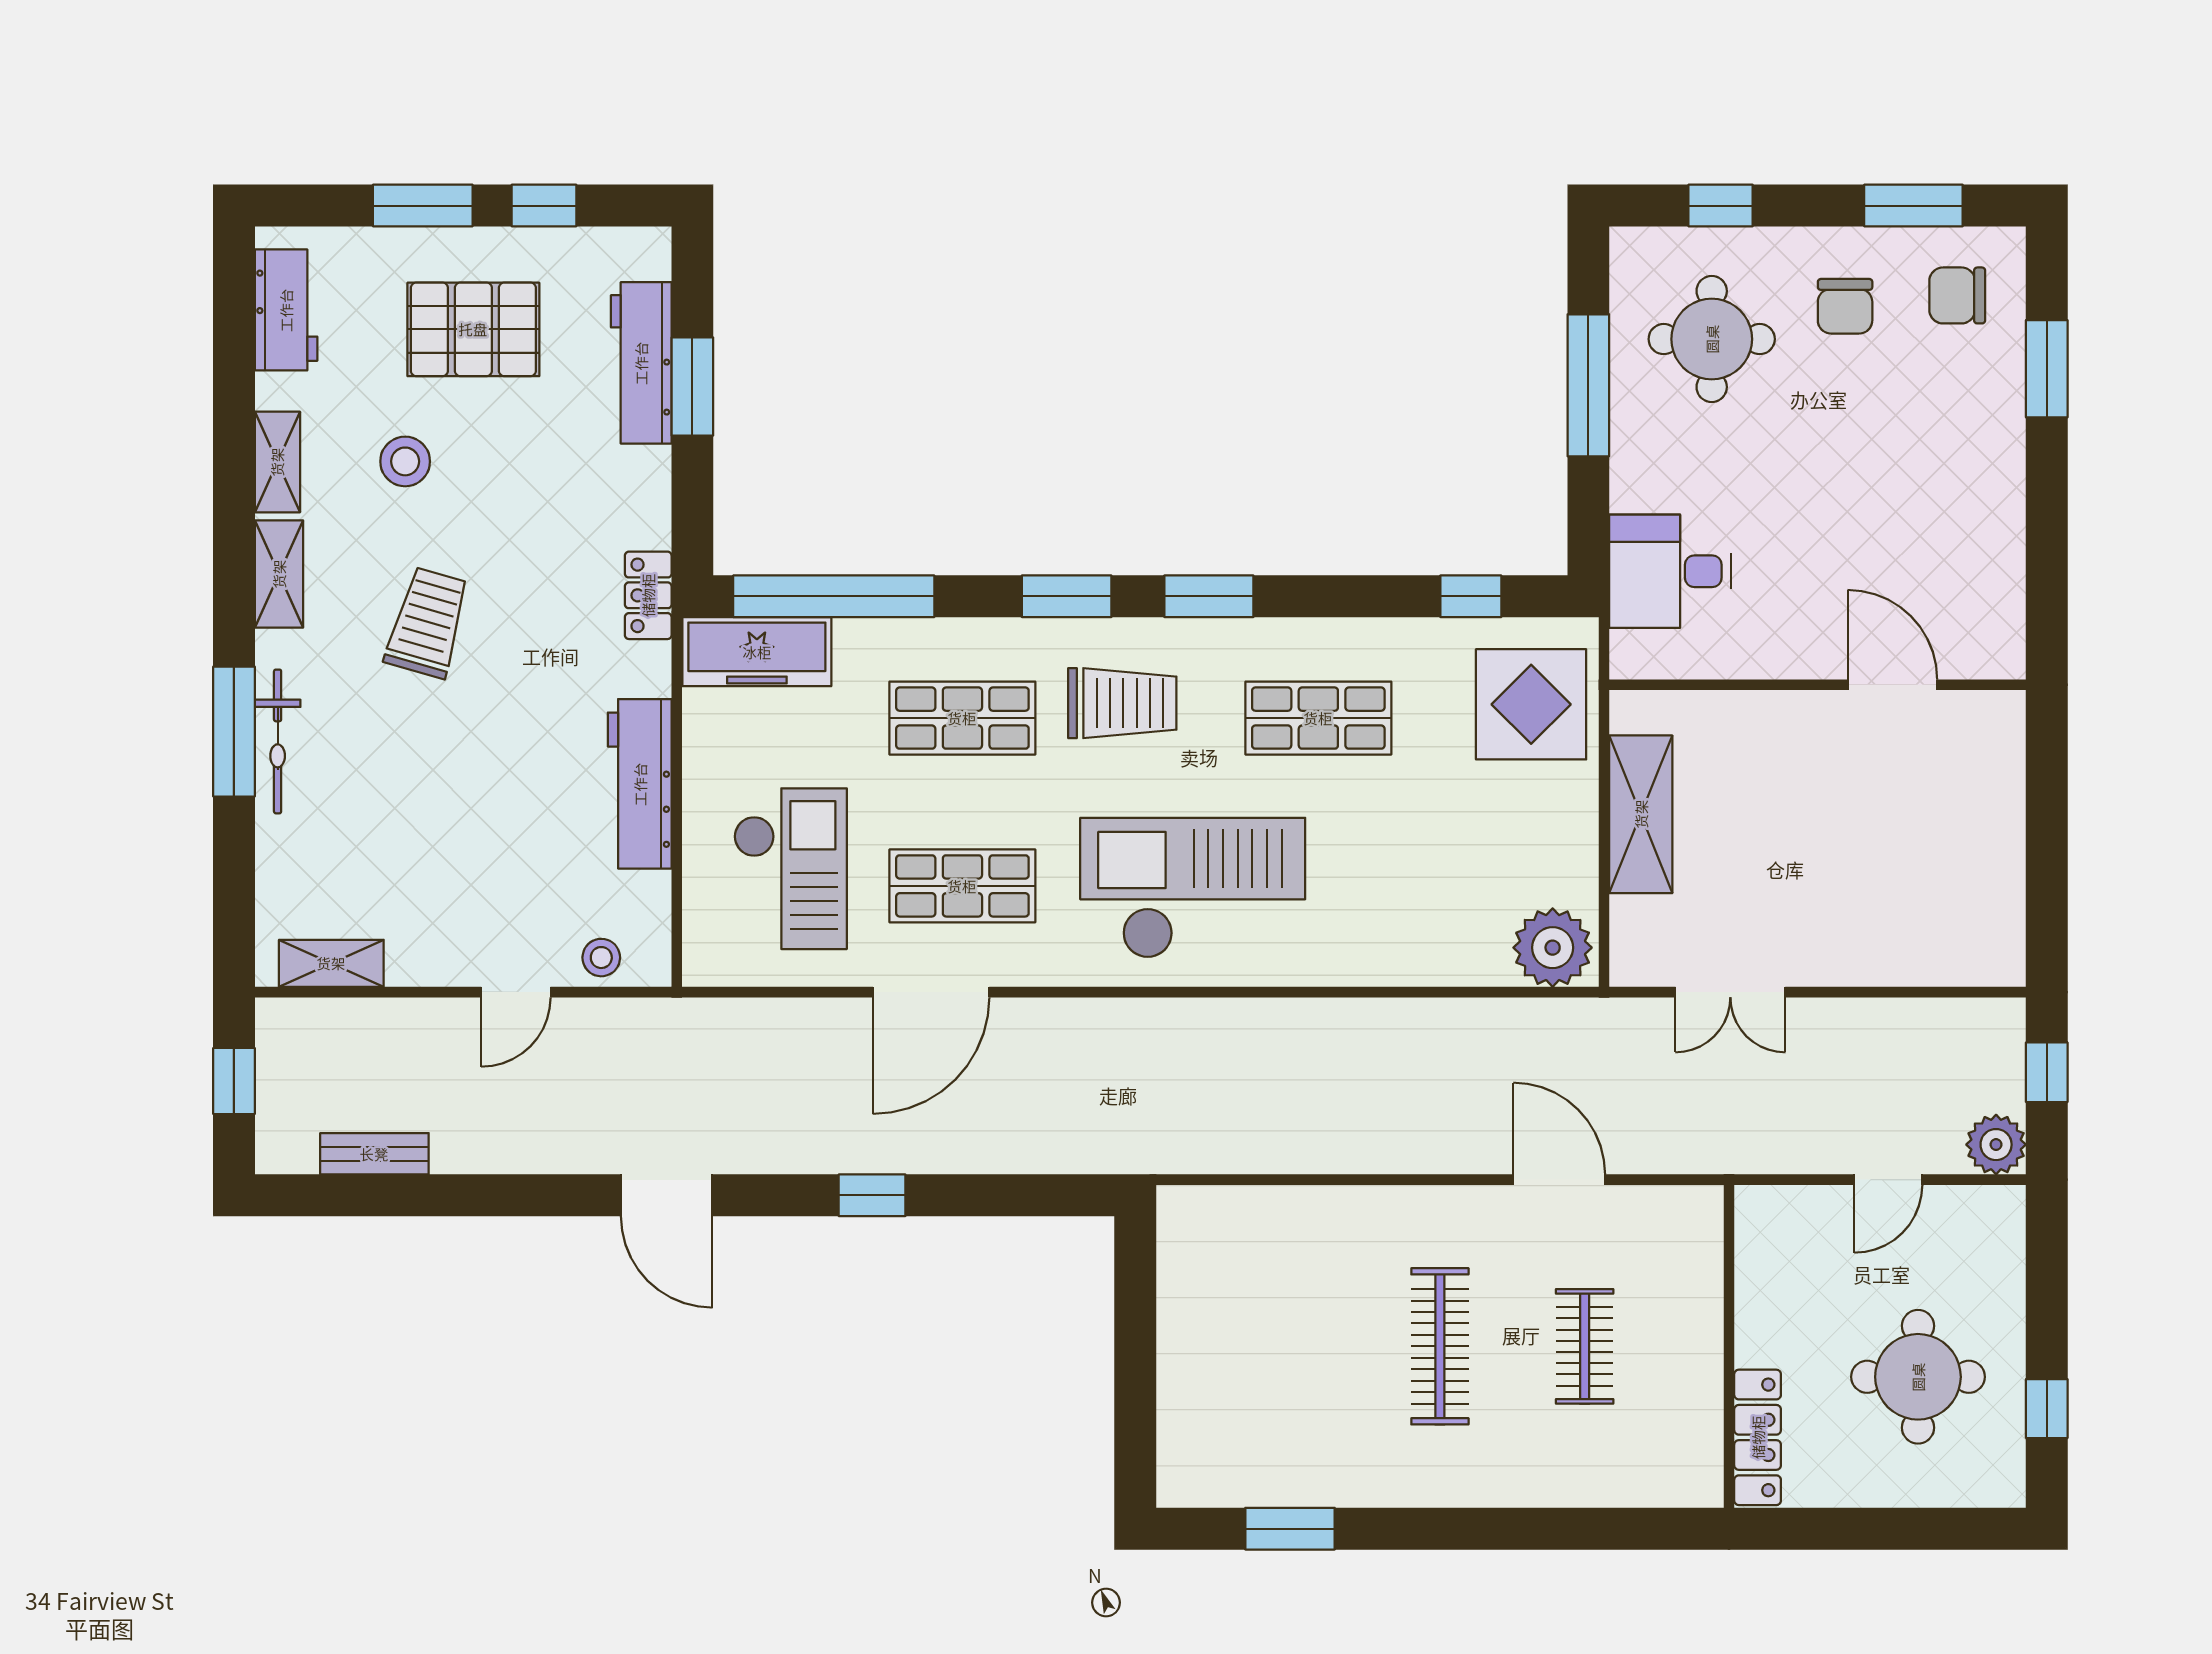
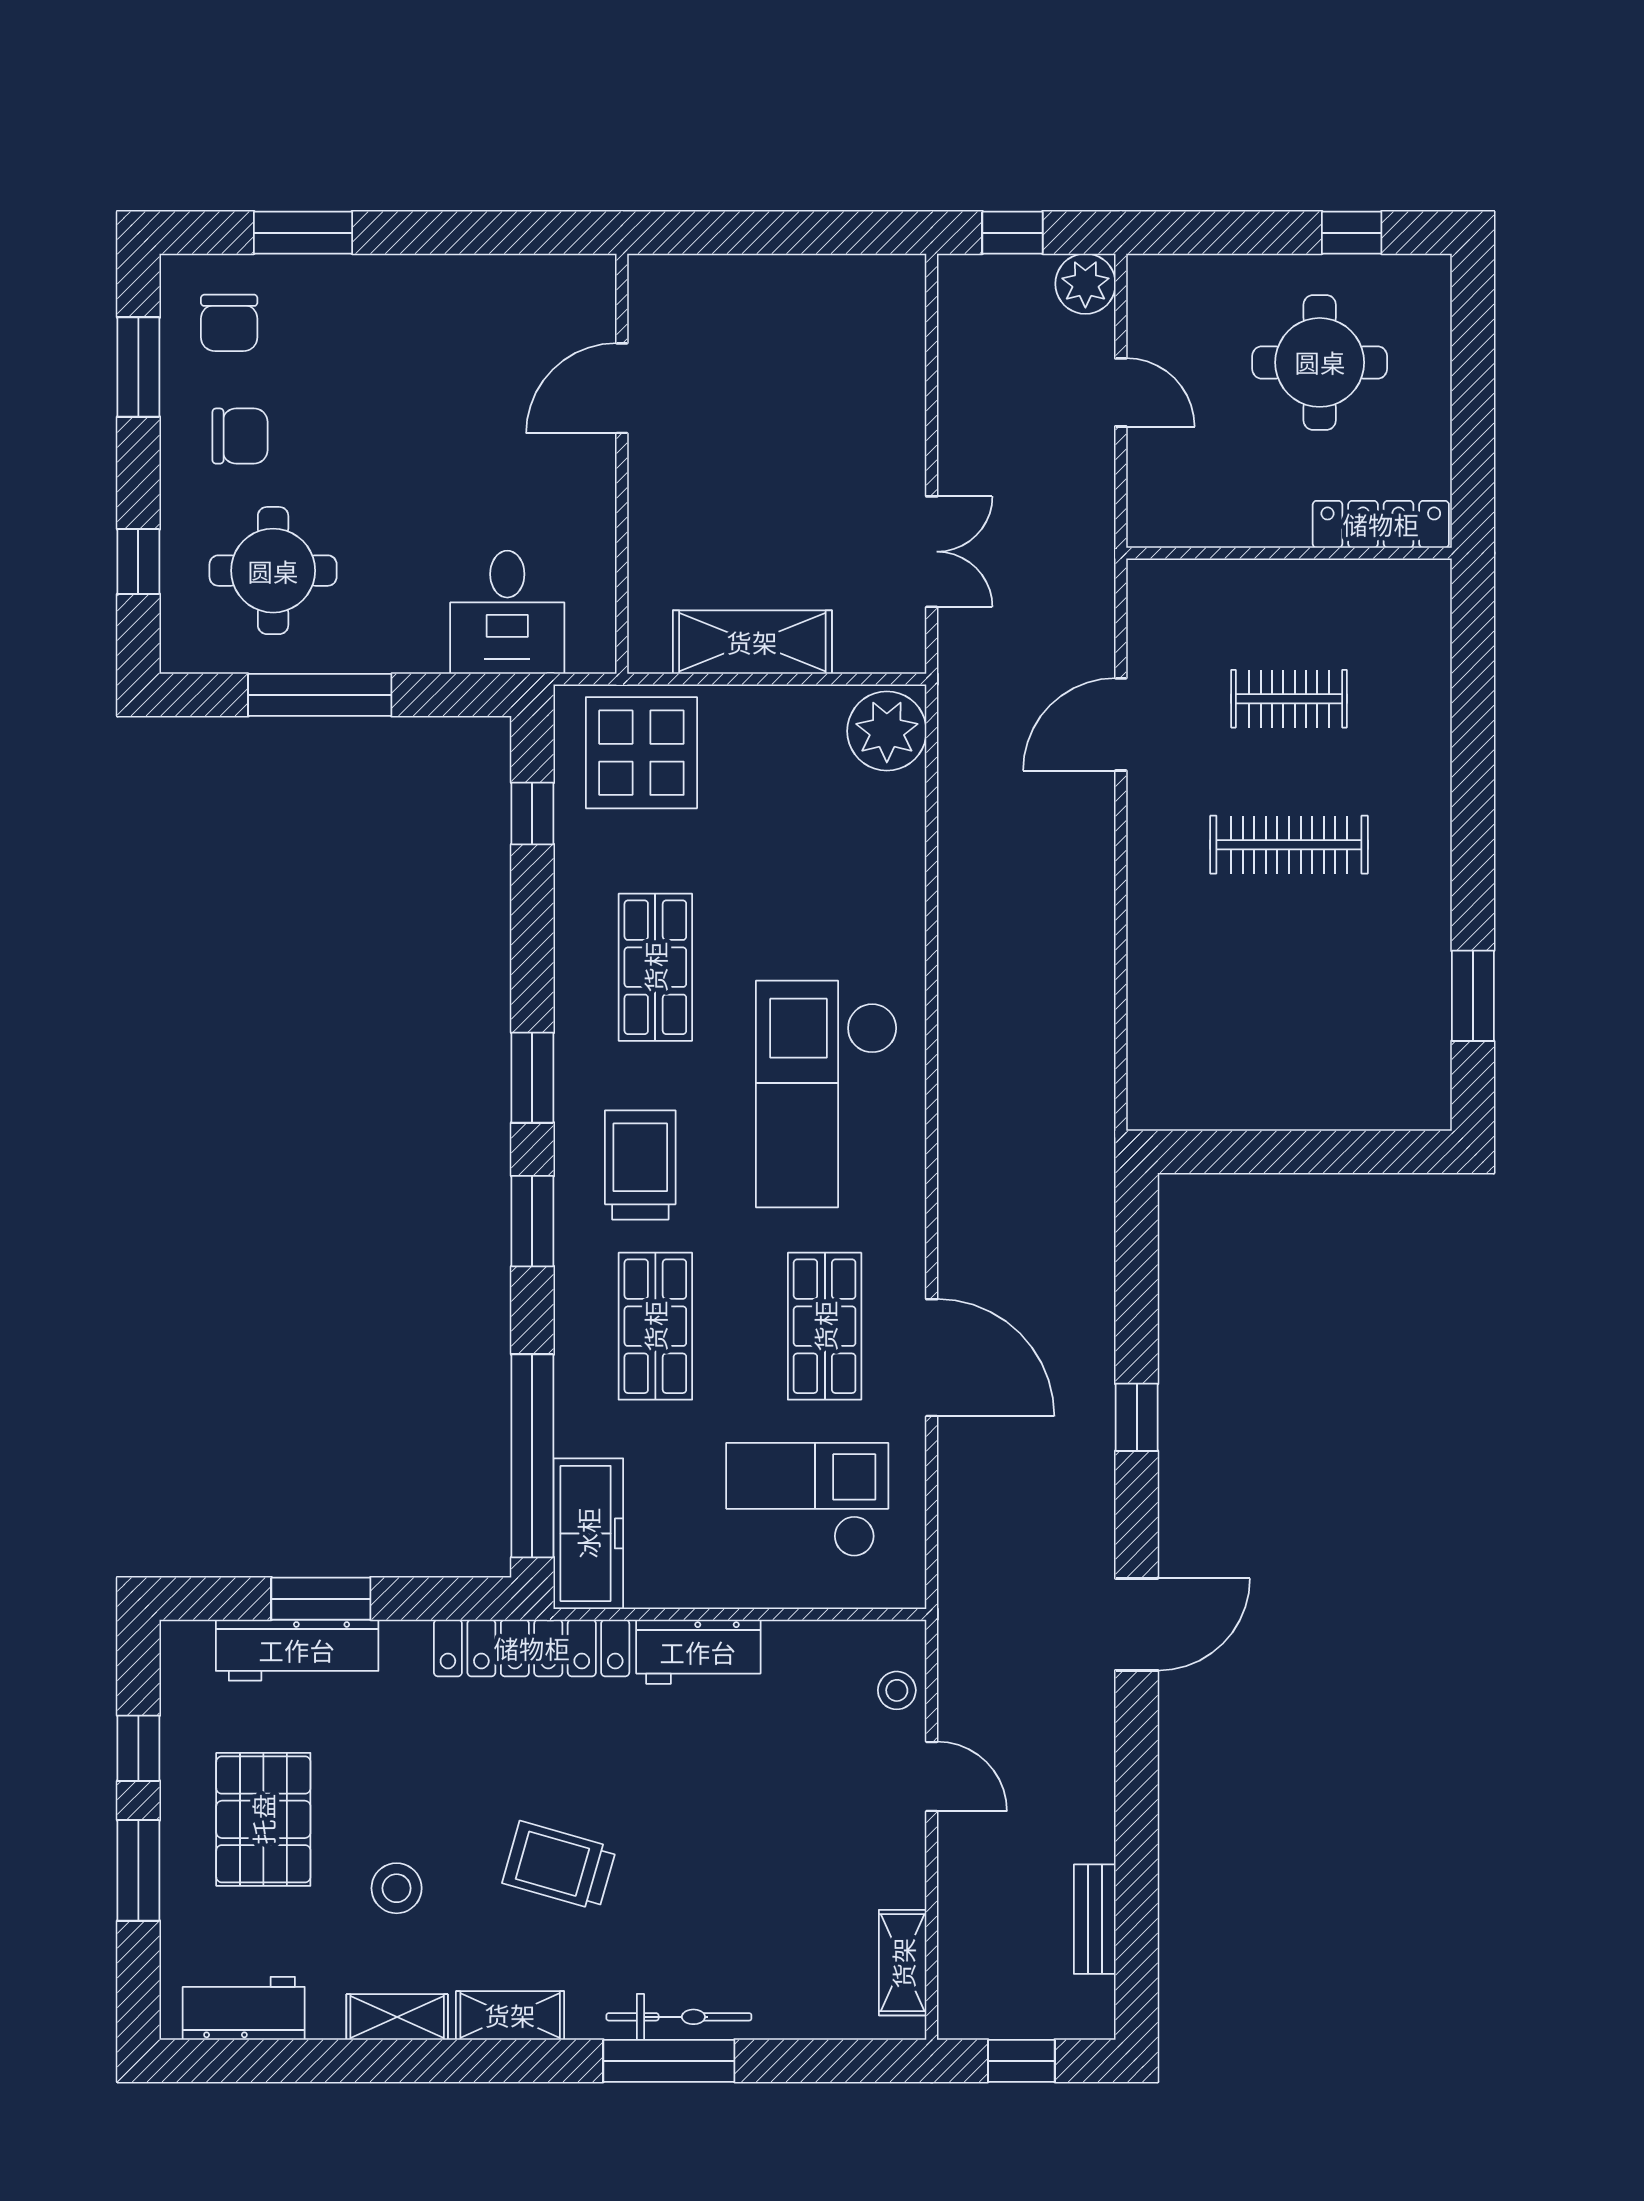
locker: (648, 595) -> (532, 1648), width x2.16, depth x1.21
workbench: (640, 784) -> (698, 1652), width x0.73

